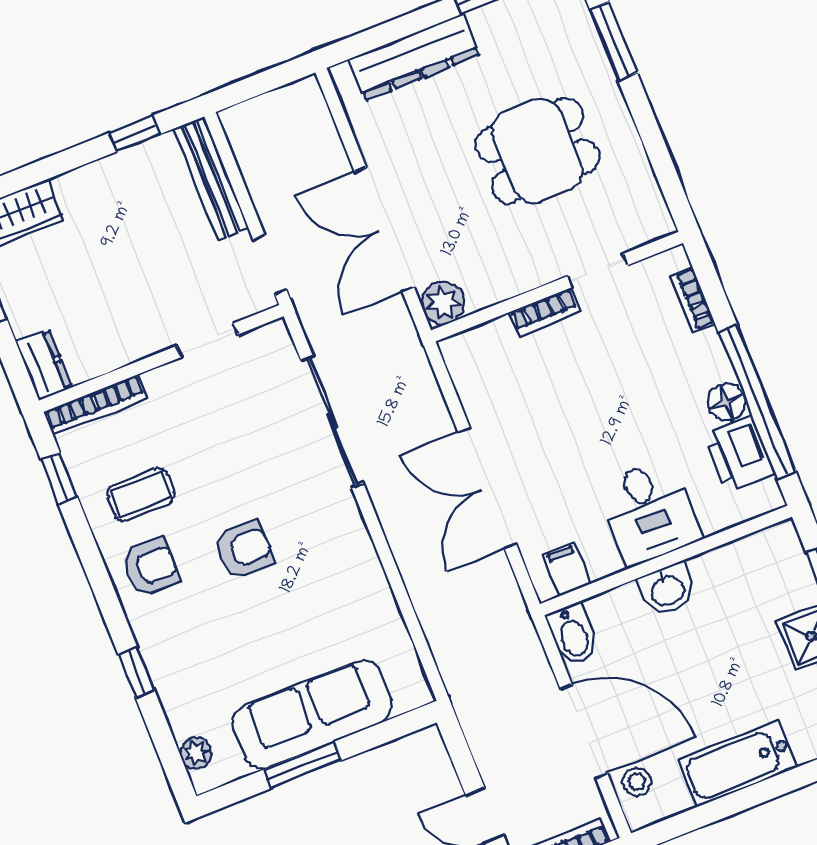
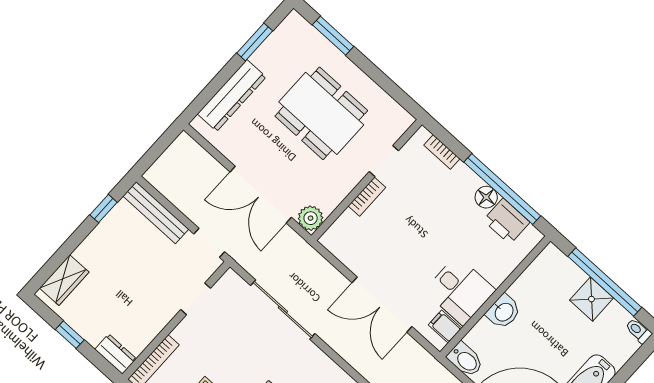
dining table: (537, 151) -> (321, 113), width x1.37
desk: (649, 512) -> (460, 290), moved

